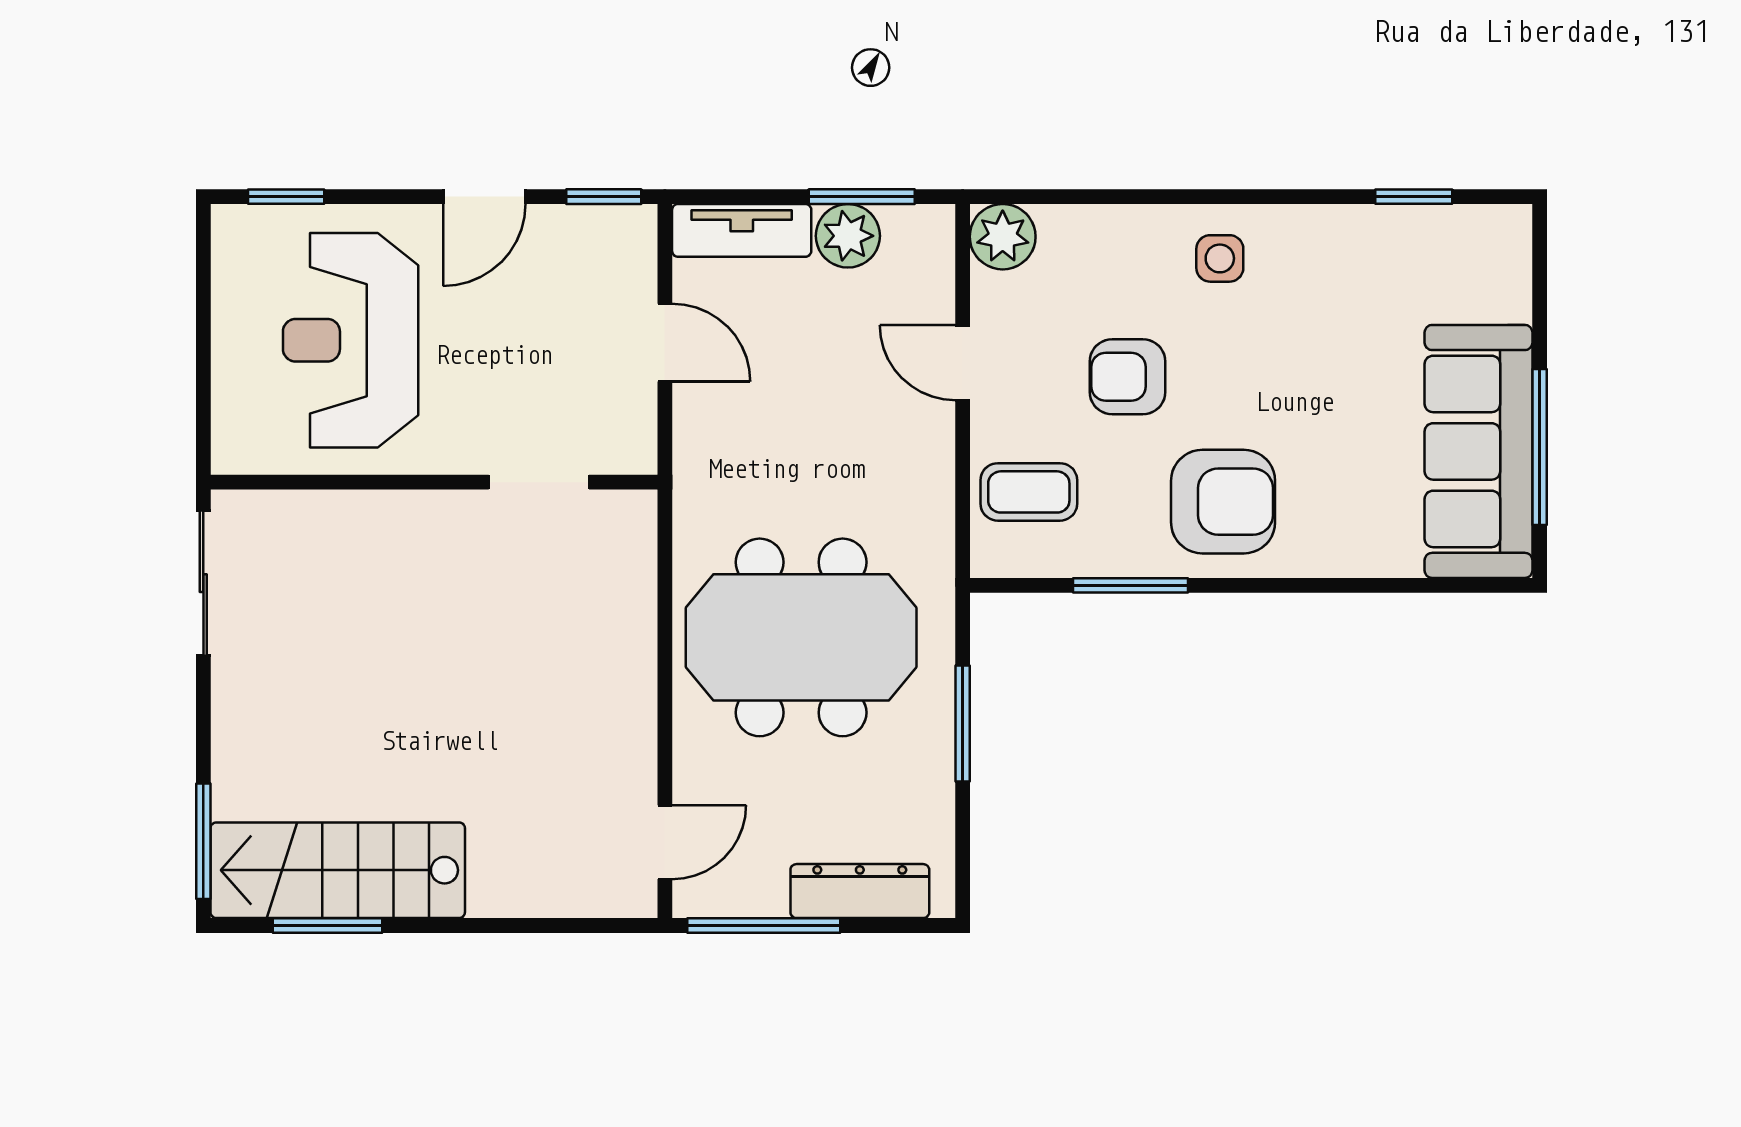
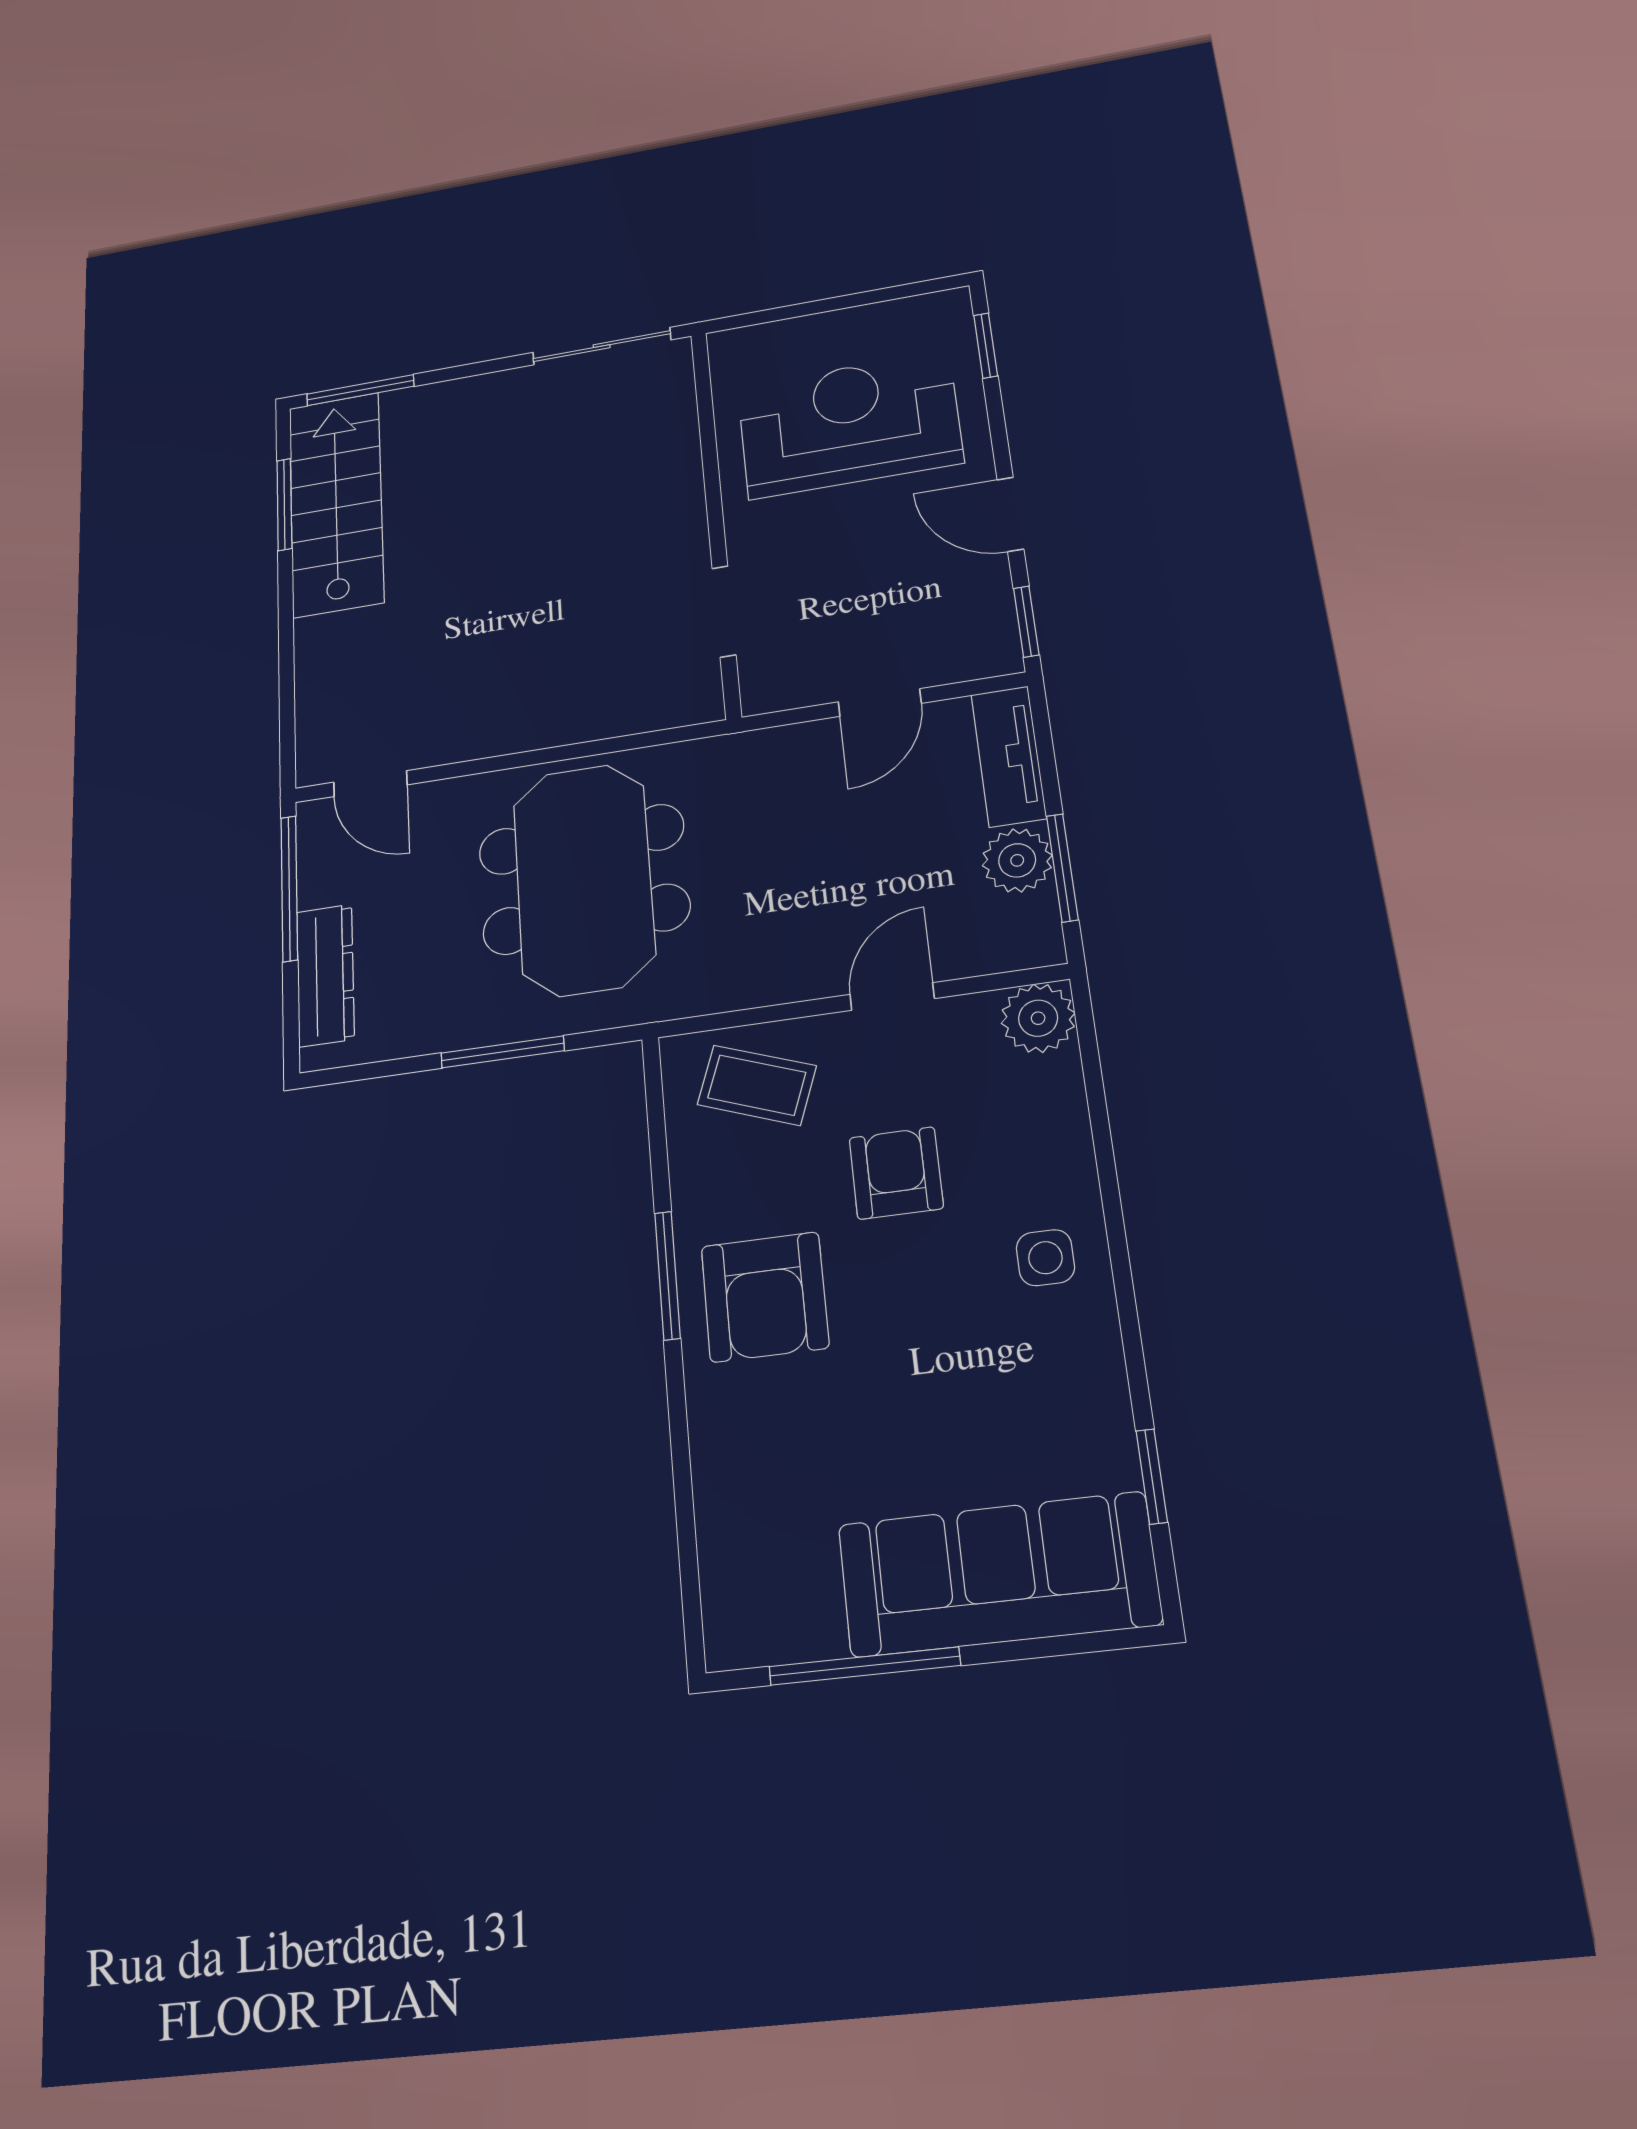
sofa: (1479, 451) -> (998, 1574), moved
coffee table: (1029, 492) -> (757, 1085), turned -70
window: (1131, 585) -> (668, 1275), moved

